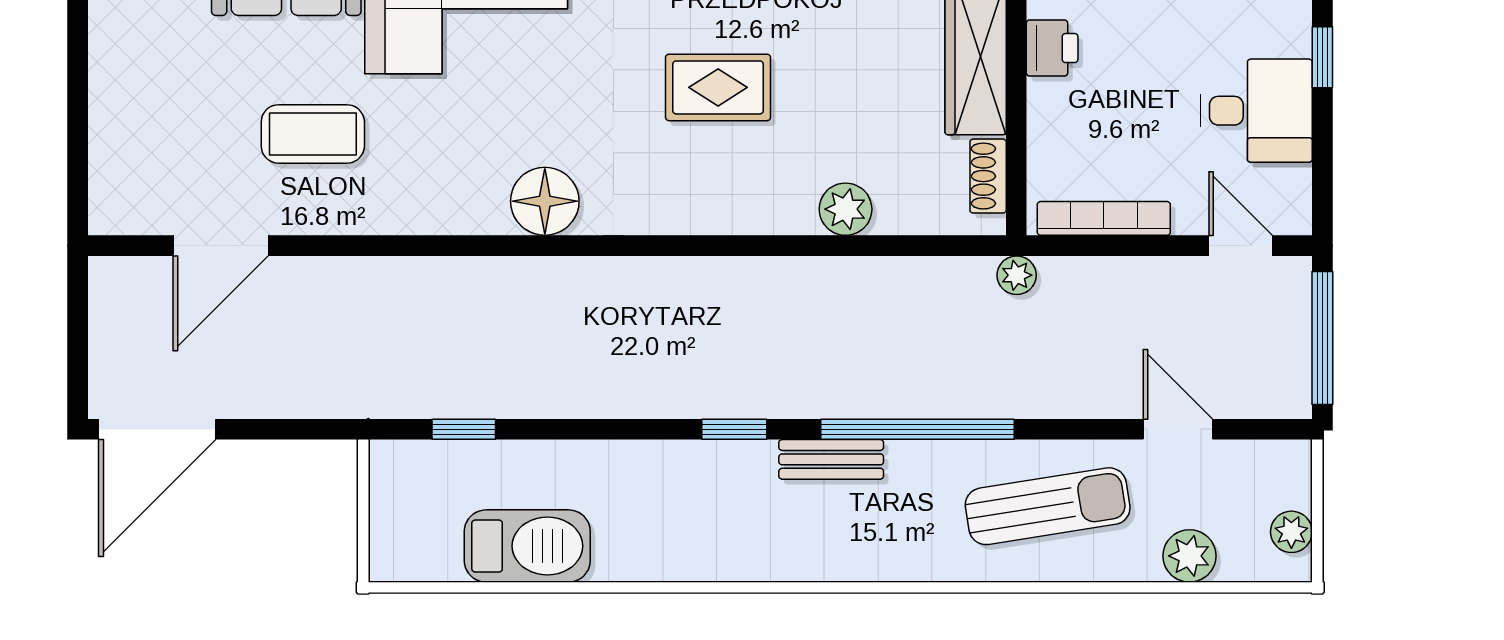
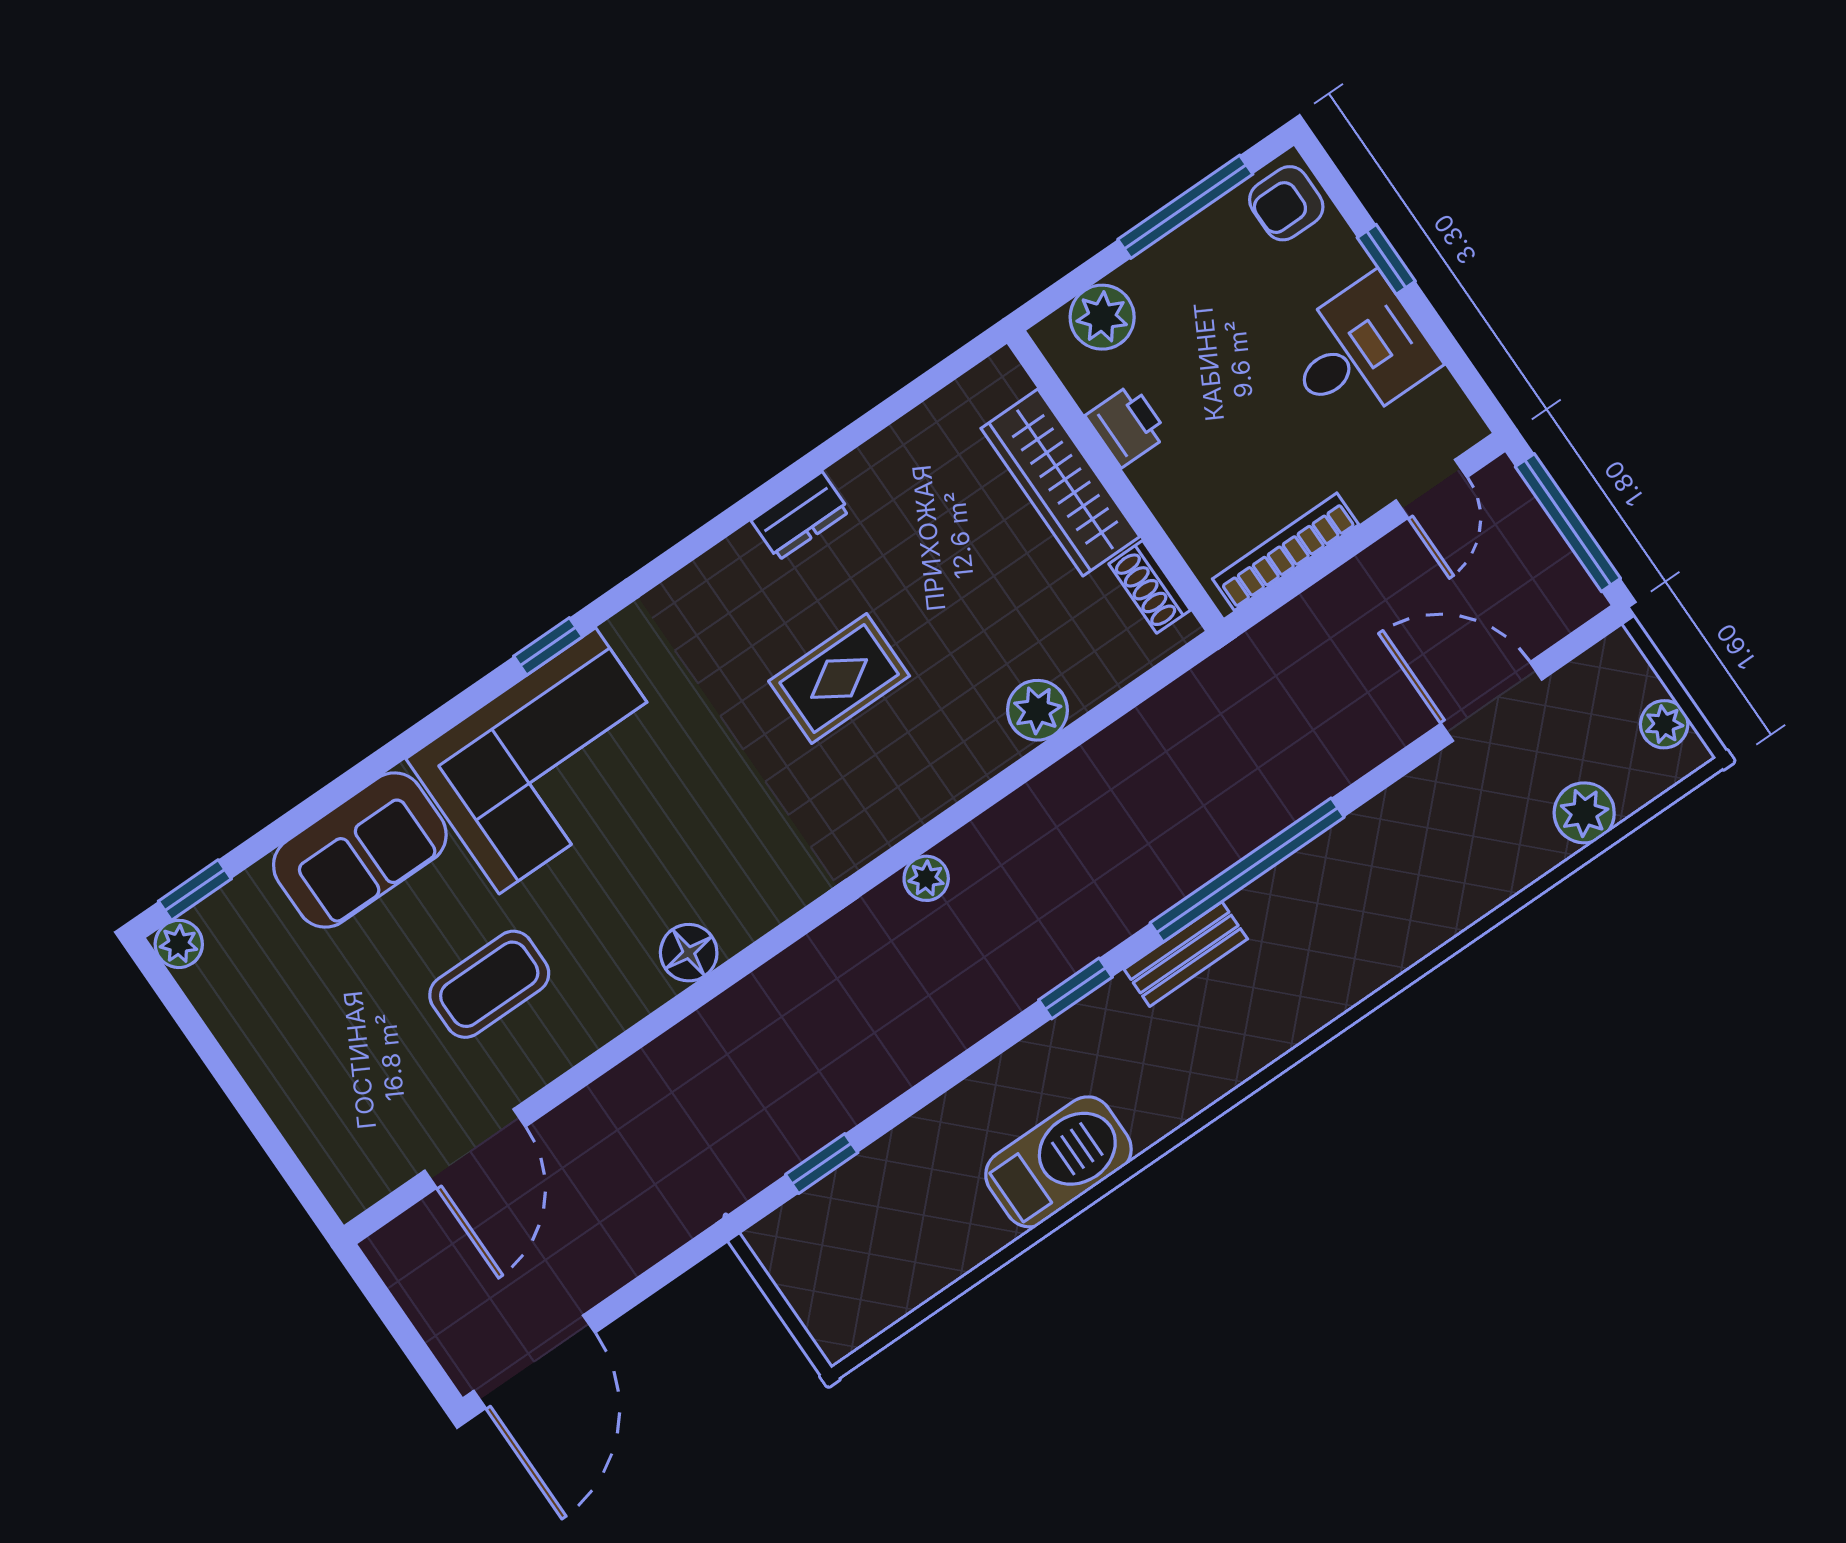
floor lamp: (545, 201) -> (689, 953), moved, width x0.73, depth x0.73
door: (1241, 246) -> (1431, 489), swing flipped
plant: (1017, 275) -> (926, 878), moved
door: (1178, 429) -> (1491, 702), width x1.38
sun lounger: (1048, 506) -> (1419, 858), removed
barbecue: (527, 546) -> (1058, 1162), moved

